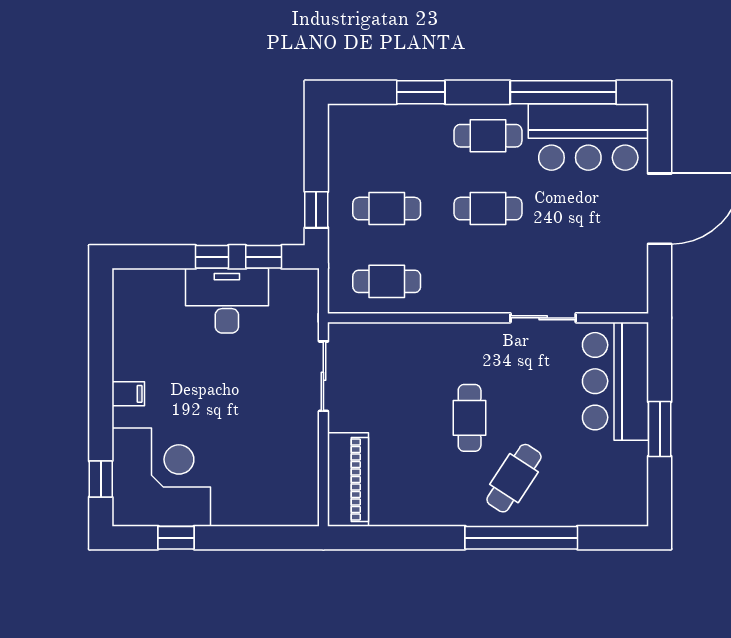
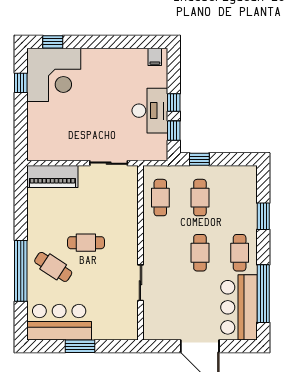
bar counter: (615, 381) -> (59, 322), moved
filing cabinet: (128, 394) -> (155, 57), moved

